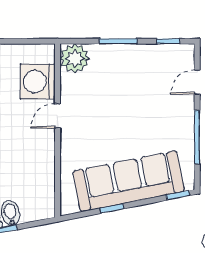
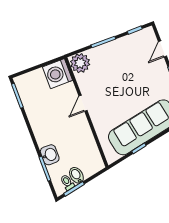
washing machine: (38, 81) -> (57, 74), moved

